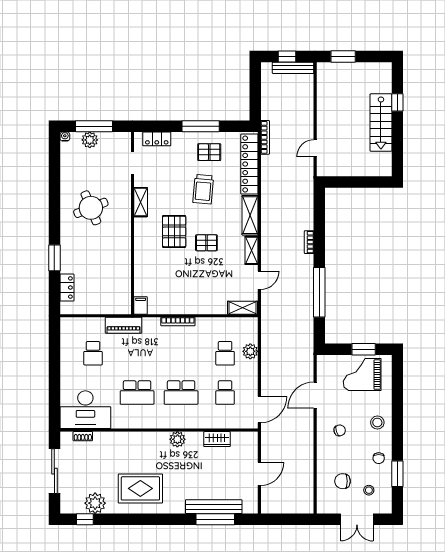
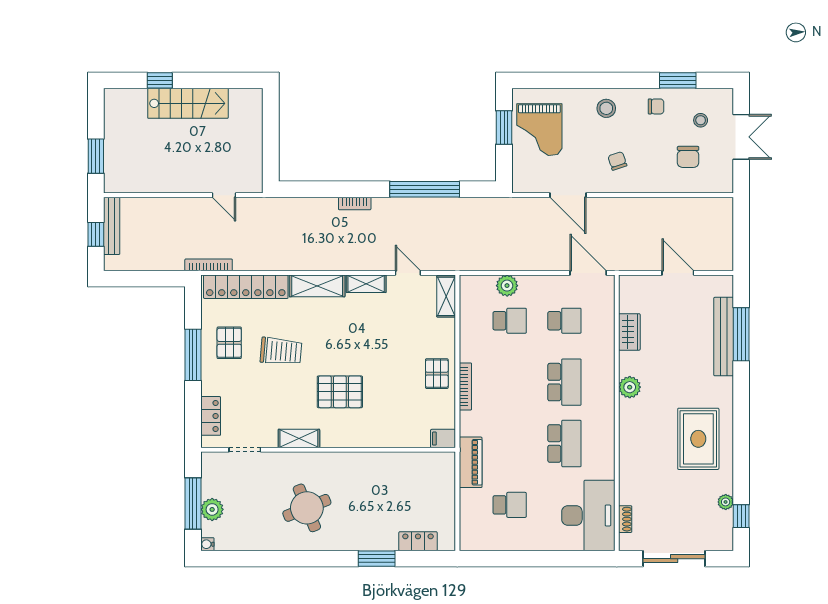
pallet: (206, 243) -> (437, 374), moved
plant: (95, 503) -> (726, 502), width x0.53, depth x0.53

